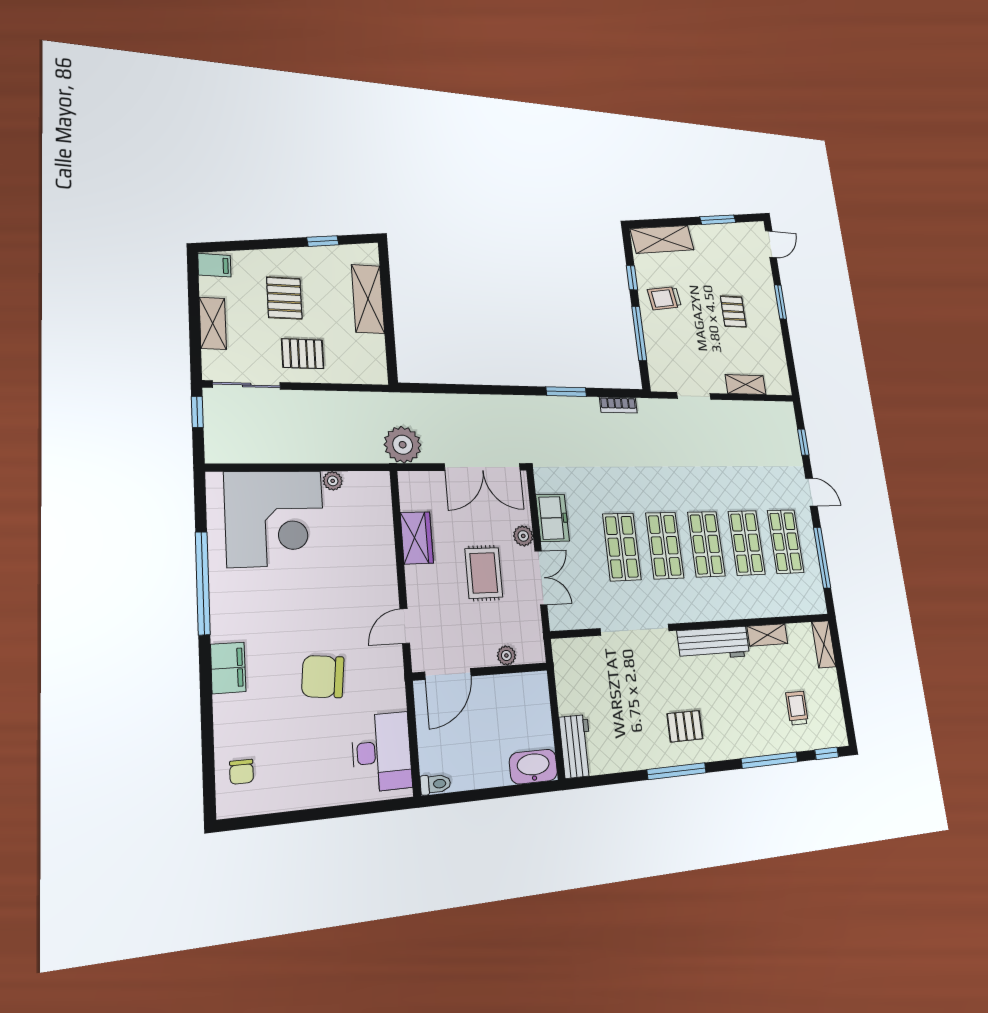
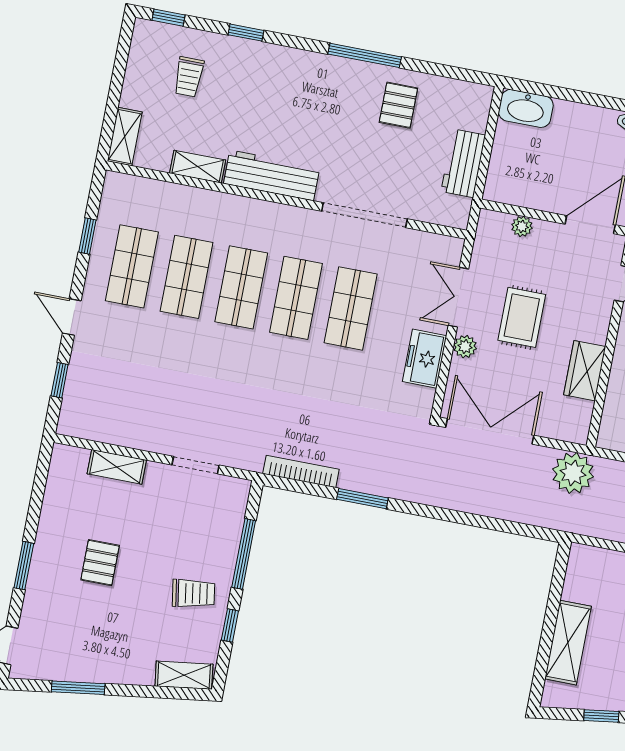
shelving: (662, 239) -> (184, 675), width x0.67, depth x0.75
bookcase: (618, 405) -> (301, 471), width x1.56
window: (822, 558) -> (87, 236), width x0.46
pallet: (685, 726) -> (398, 105), moved, turned 90
workbench: (576, 746) -> (463, 163), moved
window: (770, 760) -> (246, 33), width x0.46

